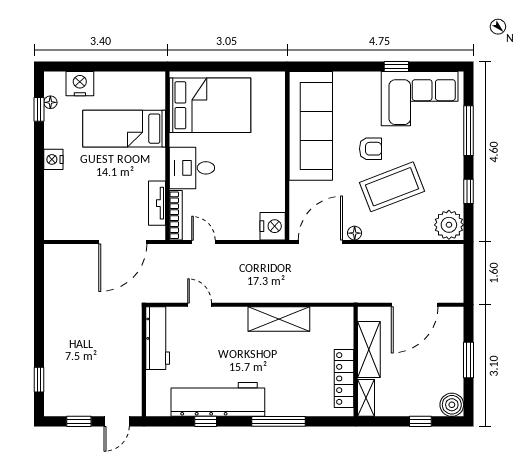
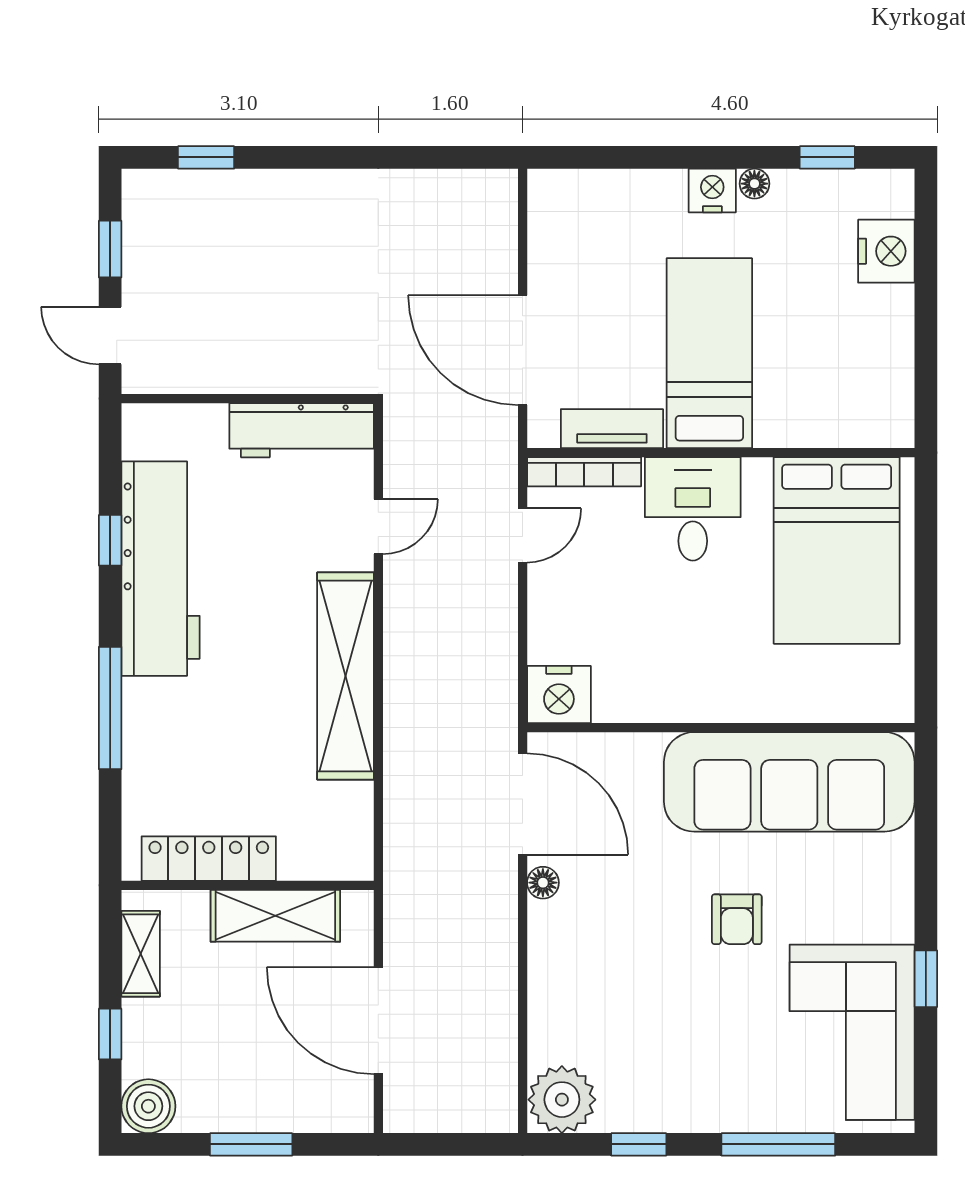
floor lamp: (50, 102) -> (754, 184), moved
bed: (124, 129) -> (709, 353), moved
coffee table: (392, 187) -> (649, 969), removed
shelving: (279, 319) -> (346, 676), width x1.47
shelving: (366, 398) -> (141, 954), moved, turned 90

